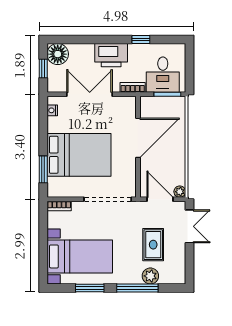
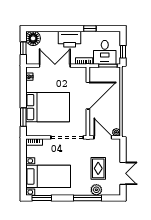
window: (189, 74) -> (123, 52), added
double door: (189, 226) -> (123, 173), moved
window: (90, 288) -> (42, 198), moved

